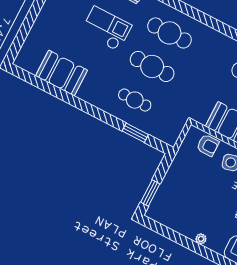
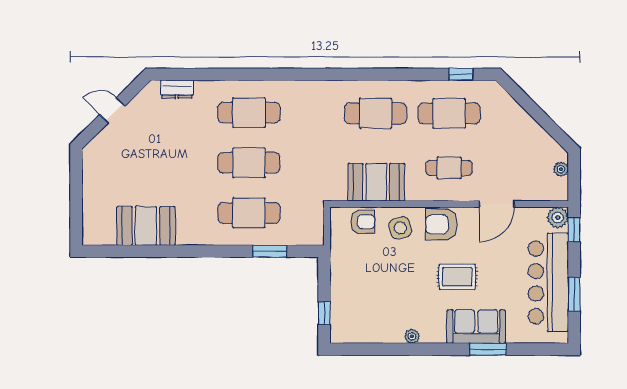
checkout: (106, 29) -> (172, 146), removed
cafe table: (135, 100) -> (249, 213), width x1.37, depth x1.35
window: (150, 193) -> (324, 313), width x0.67

